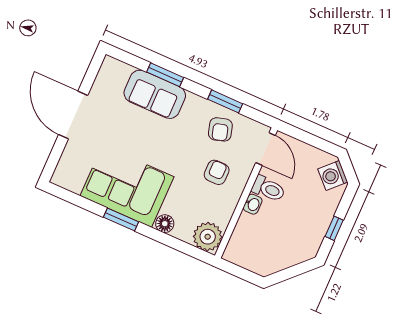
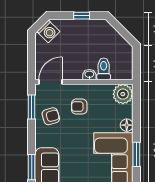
window: (225, 101) -> (32, 107), moved
toilet: (268, 189) -> (104, 69), moved

